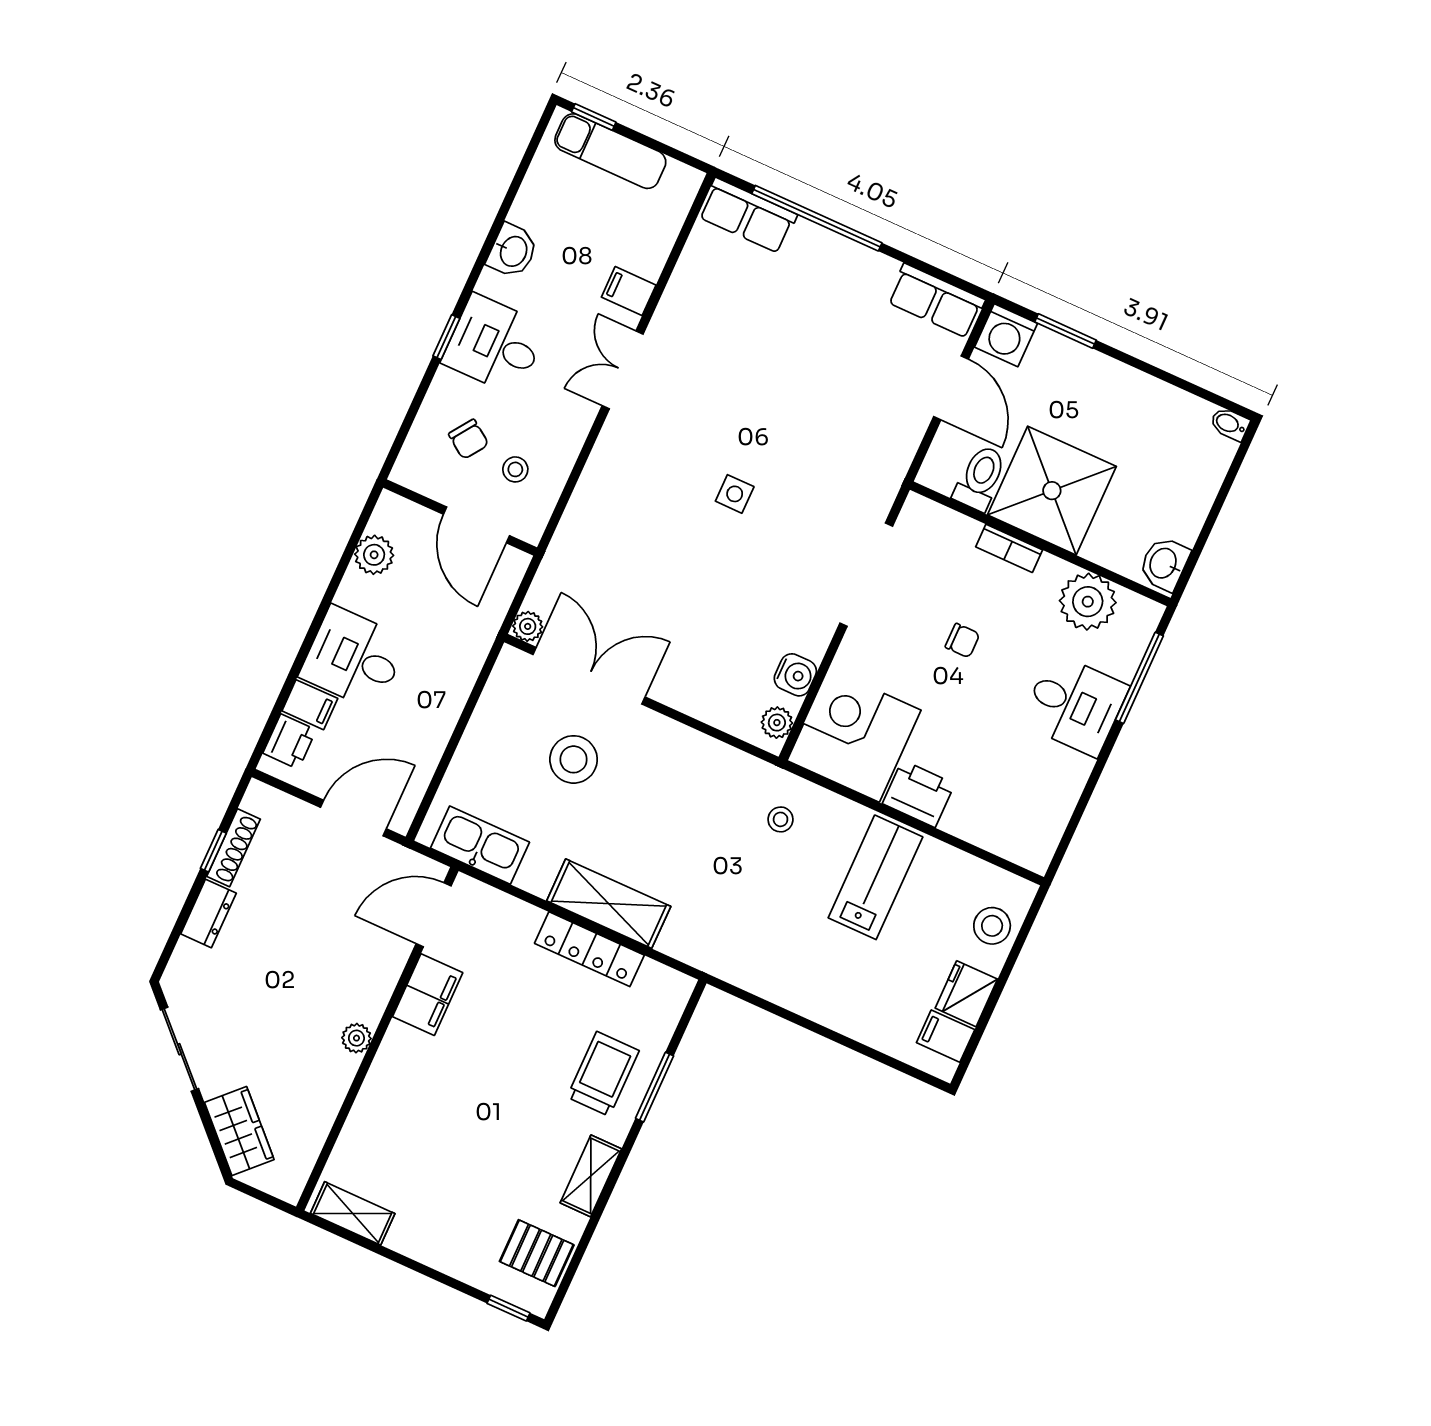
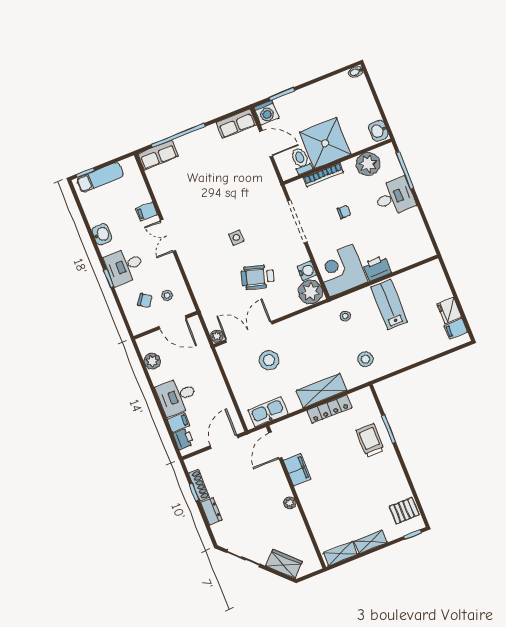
bookcase: (1009, 548) -> (323, 175), width x1.56
wheelchair: (701, 599) -> (258, 277), added
plant: (777, 723) -> (310, 292), width x1.87, depth x1.87
stool: (992, 926) -> (365, 359), moved
shelving: (591, 1176) -> (370, 542), moved, turned 90

